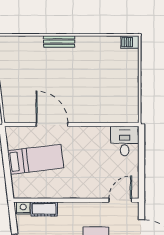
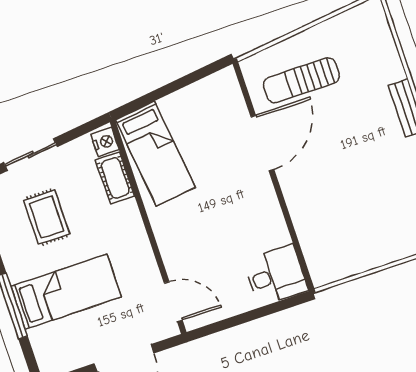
sun lounger: (26, 93) -> (301, 80), added
bed: (36, 159) -> (155, 153), moved

